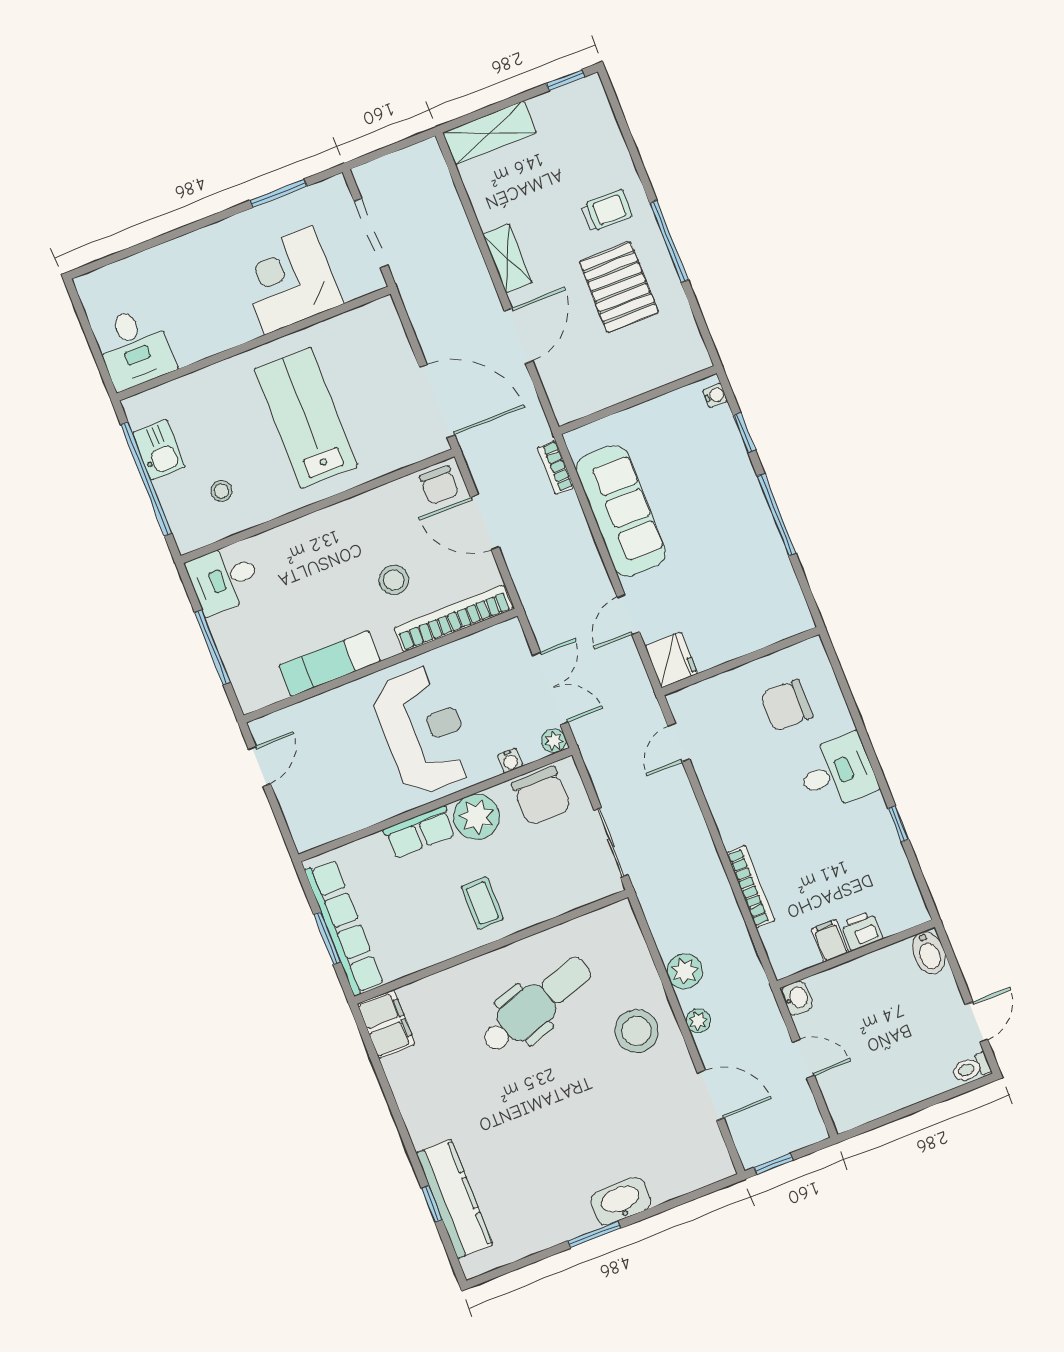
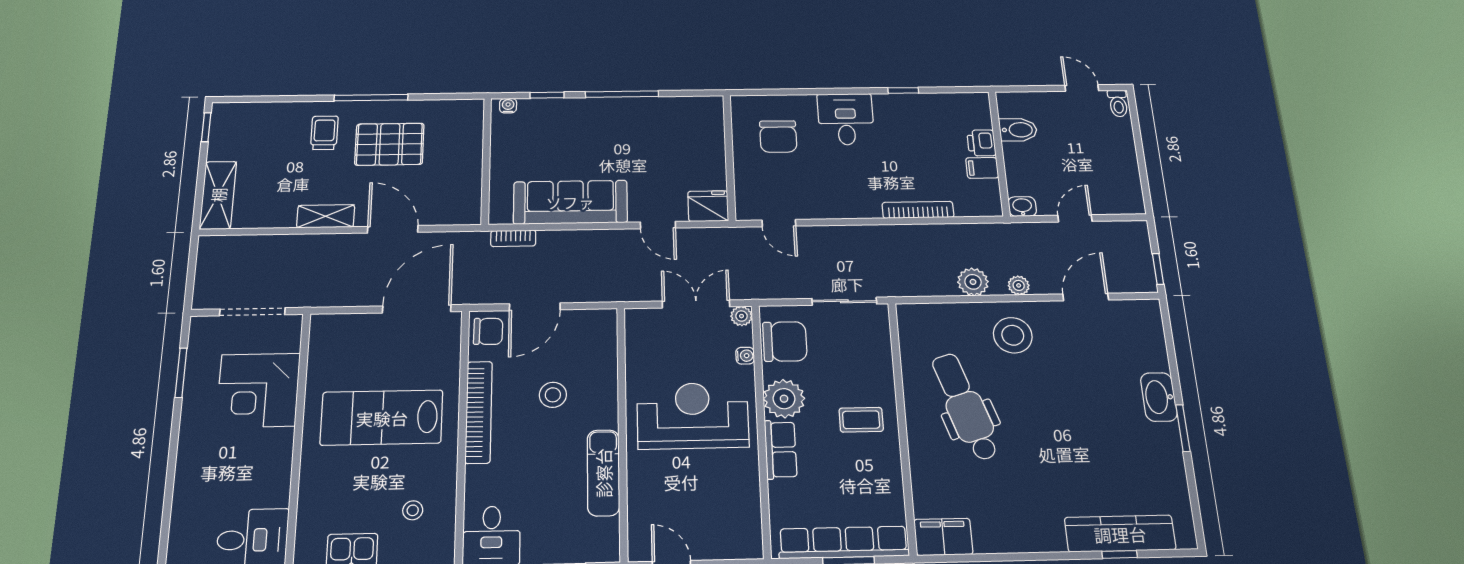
bookcase: (453, 618) -> (479, 412), moved, turned 180
bidet: (929, 953) -> (1018, 130), moved

